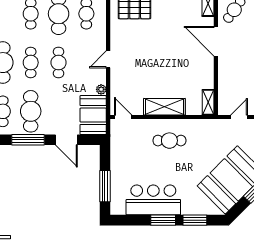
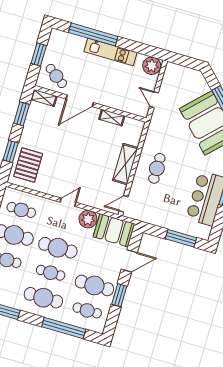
door: (108, 59) -> (68, 202), swing flipped
cafe table: (59, 63) -> (58, 248), width x1.37, depth x1.35
plant: (101, 89) -> (88, 219), width x1.88, depth x1.88
shelving: (208, 102) -> (112, 118), moved
window: (28, 140) -> (119, 295), width x0.69

